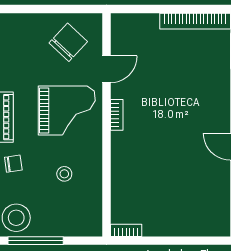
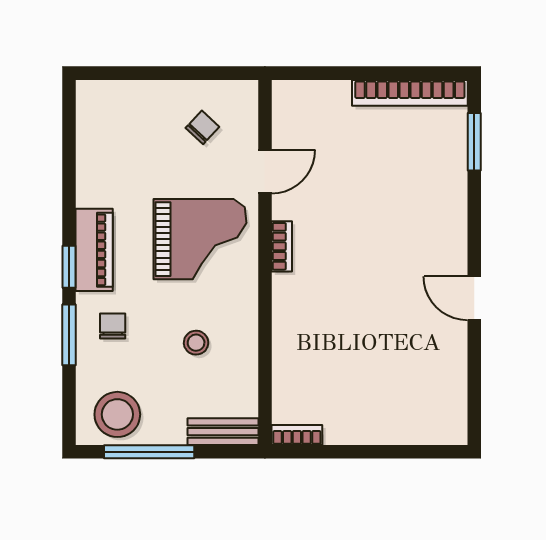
chair: (68, 42) -> (202, 127), width x0.54, depth x0.54
chair: (13, 164) -> (113, 326), turned -82
bench: (81, 228) -> (223, 432), added

